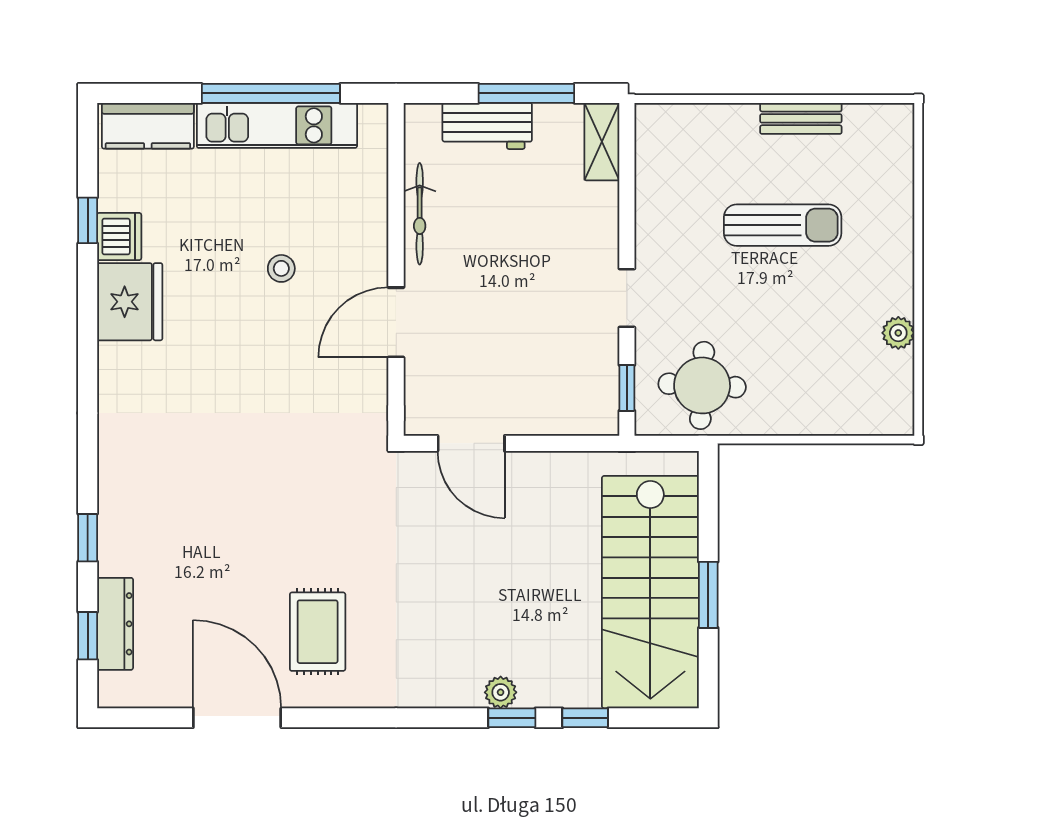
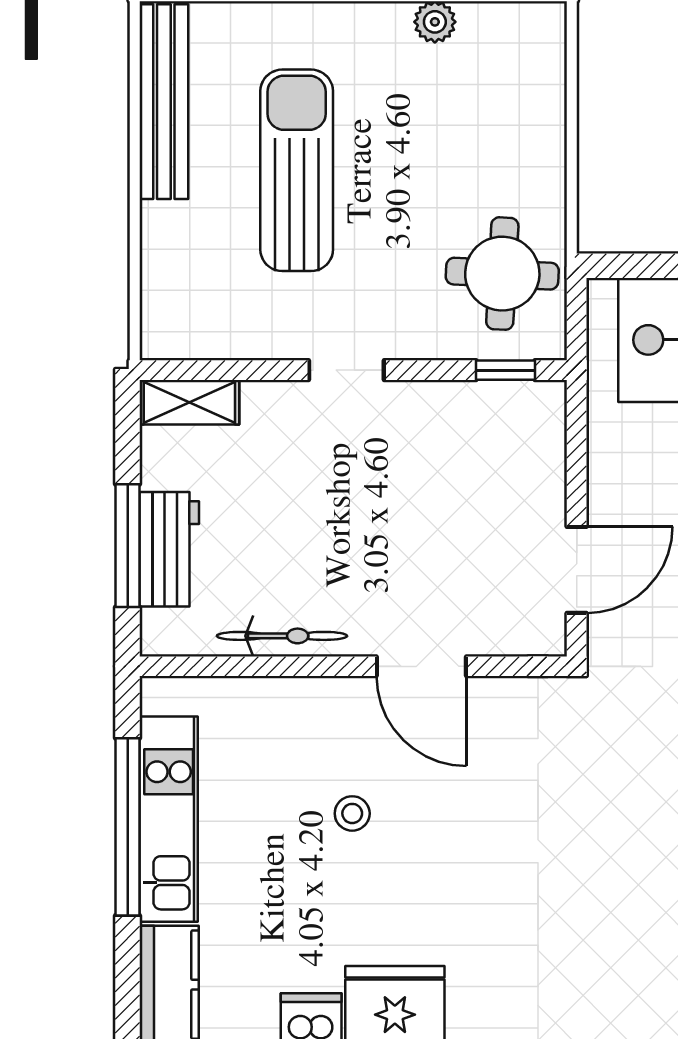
window: (526, 93) -> (128, 546), moved
bench: (801, 118) -> (164, 102), width x1.86, depth x1.21
sun lounger: (783, 225) -> (297, 170), width x1.36, depth x1.34
doorway: (627, 298) -> (346, 370), moved

